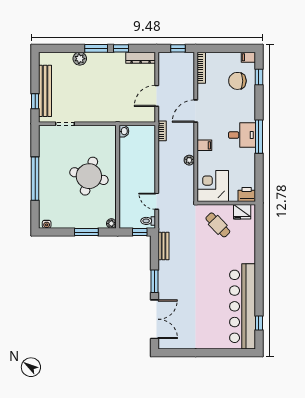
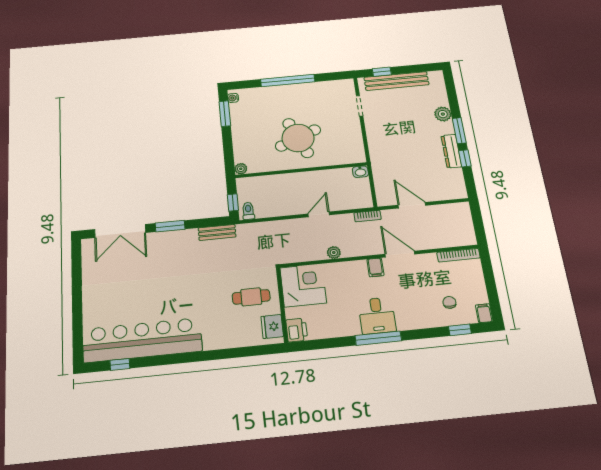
window: (178, 48) -> (478, 224), removed
dresser: (141, 58) -> (451, 151), moved
chair: (237, 81) -> (449, 302), width x0.54, depth x0.54
filing cabinet: (204, 145) -> (375, 267), moved
round table: (89, 176) -> (298, 138), turned -38
door: (157, 201) -> (319, 214), moved
cafe table: (218, 225) -> (251, 297), turned 44
window: (86, 232) -> (225, 114), moved

